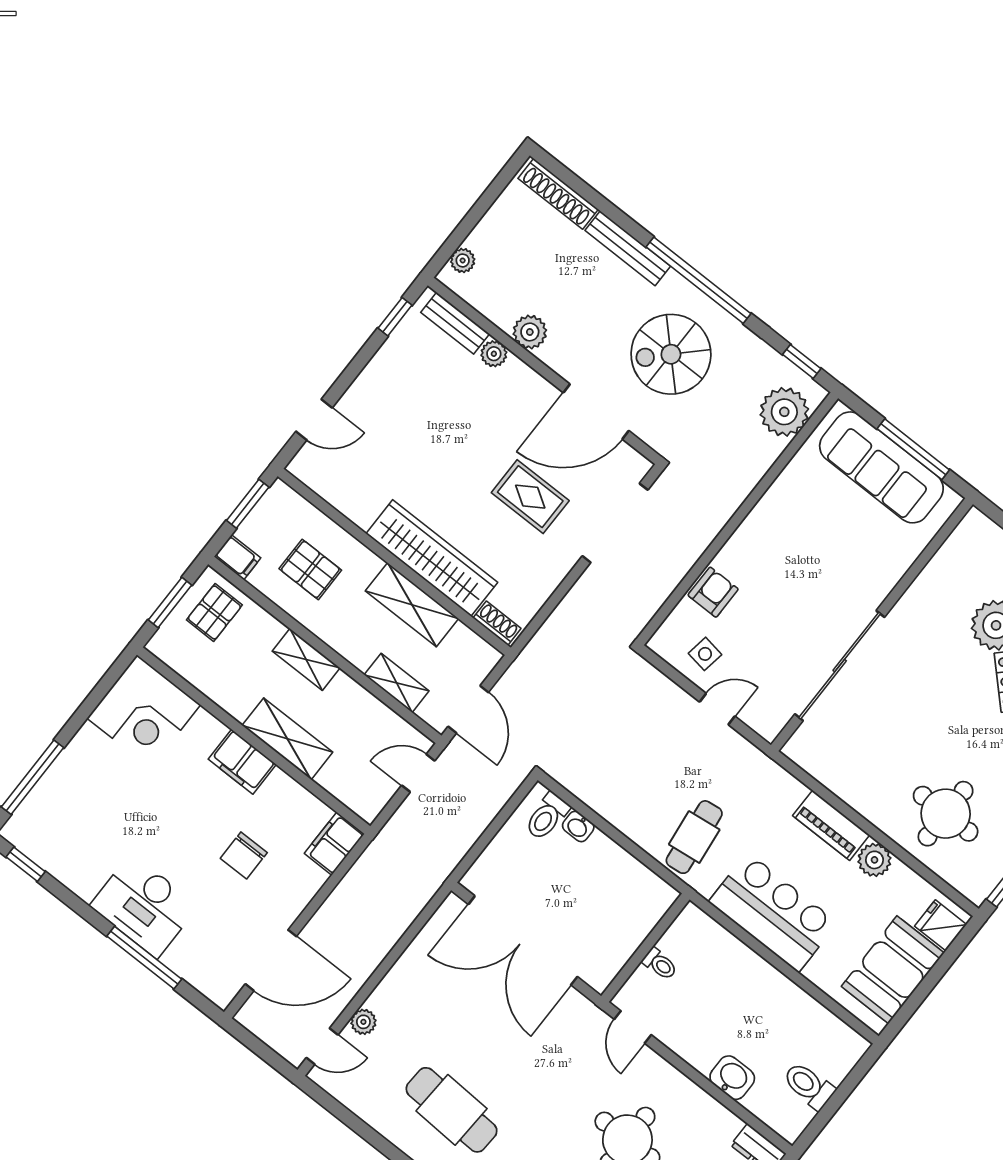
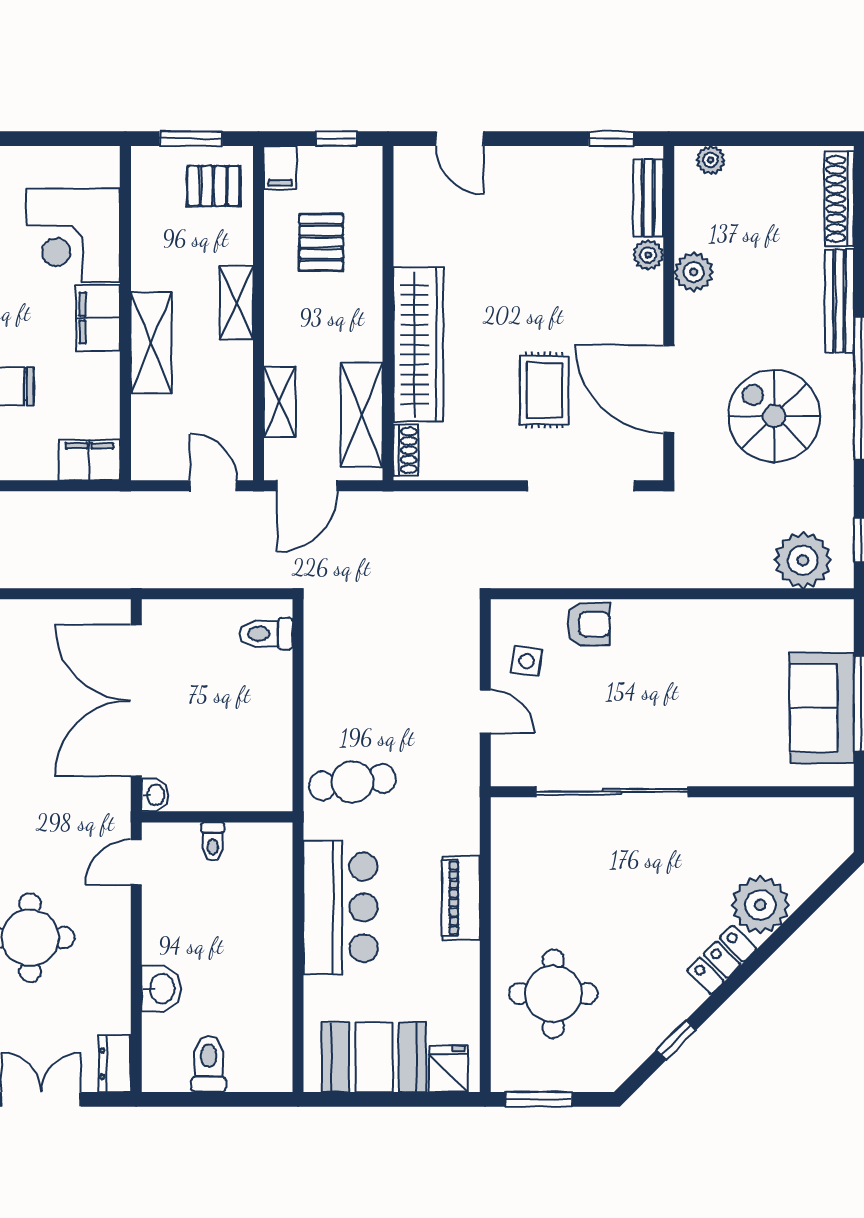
sofa: (881, 467) -> (822, 708), width x0.73
window: (248, 504) -> (336, 139), width x0.67
shelving: (412, 605) -> (362, 415), moved
corner desk: (144, 712) -> (73, 235), moved
washbasin: (578, 826) -> (155, 795), moved, turned 180
plant: (874, 860) -> (461, 962), removed

